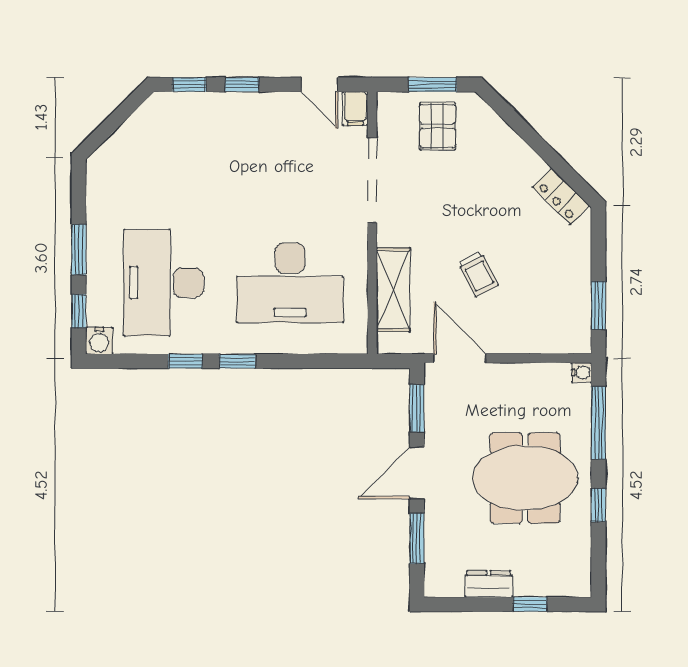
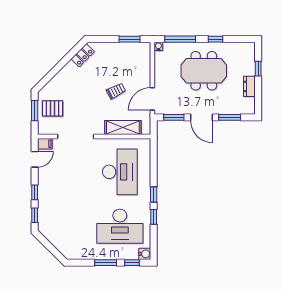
meeting table: (525, 478) -> (204, 71), turned 90

